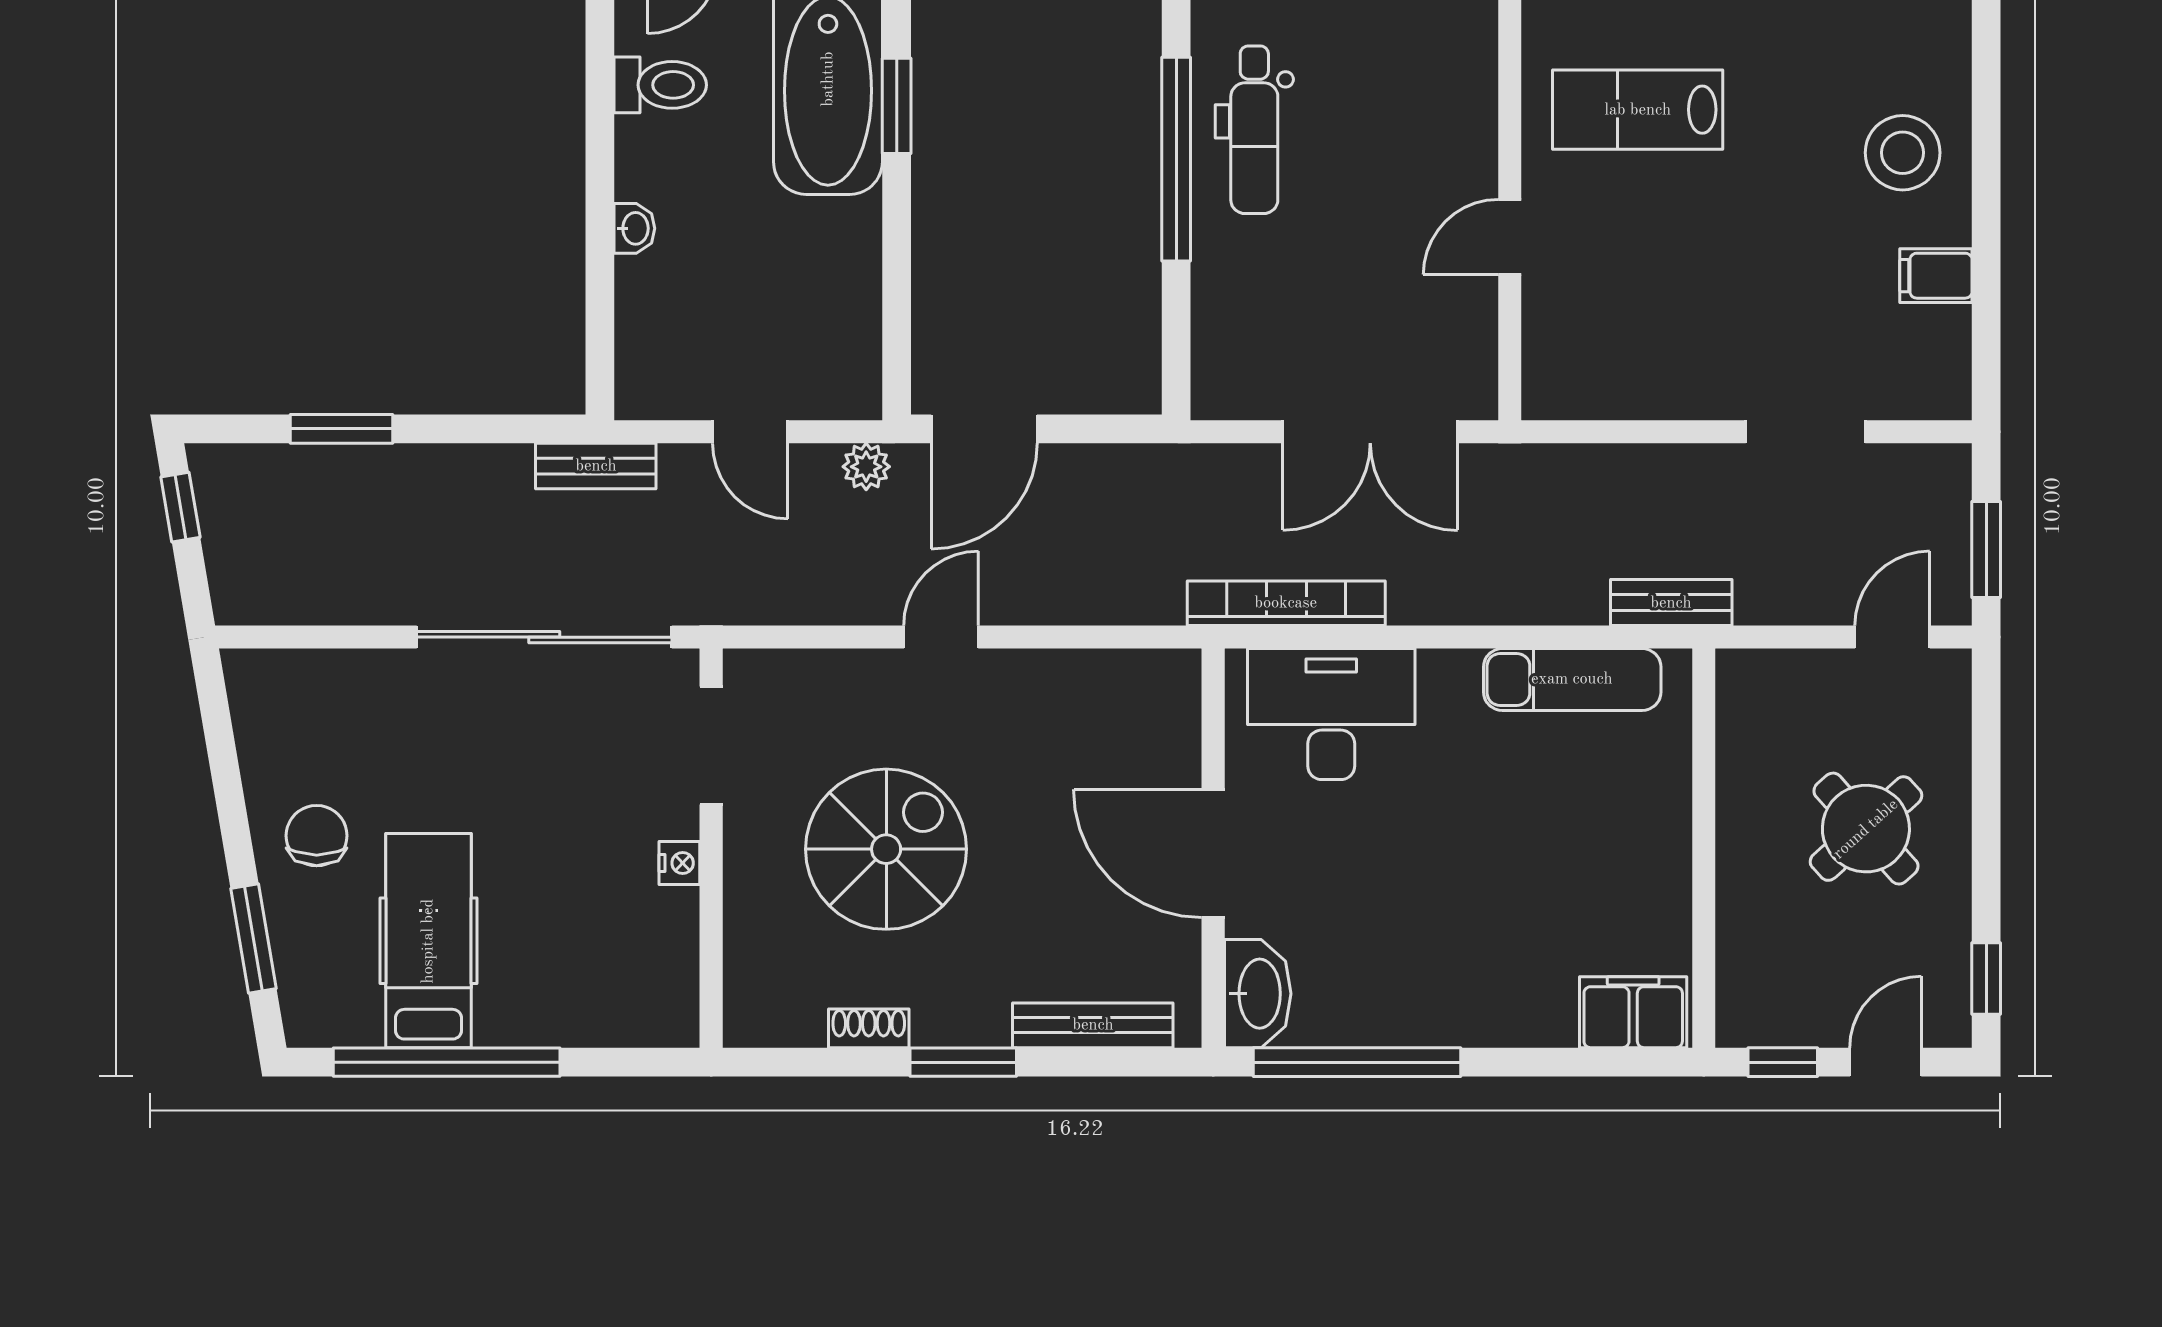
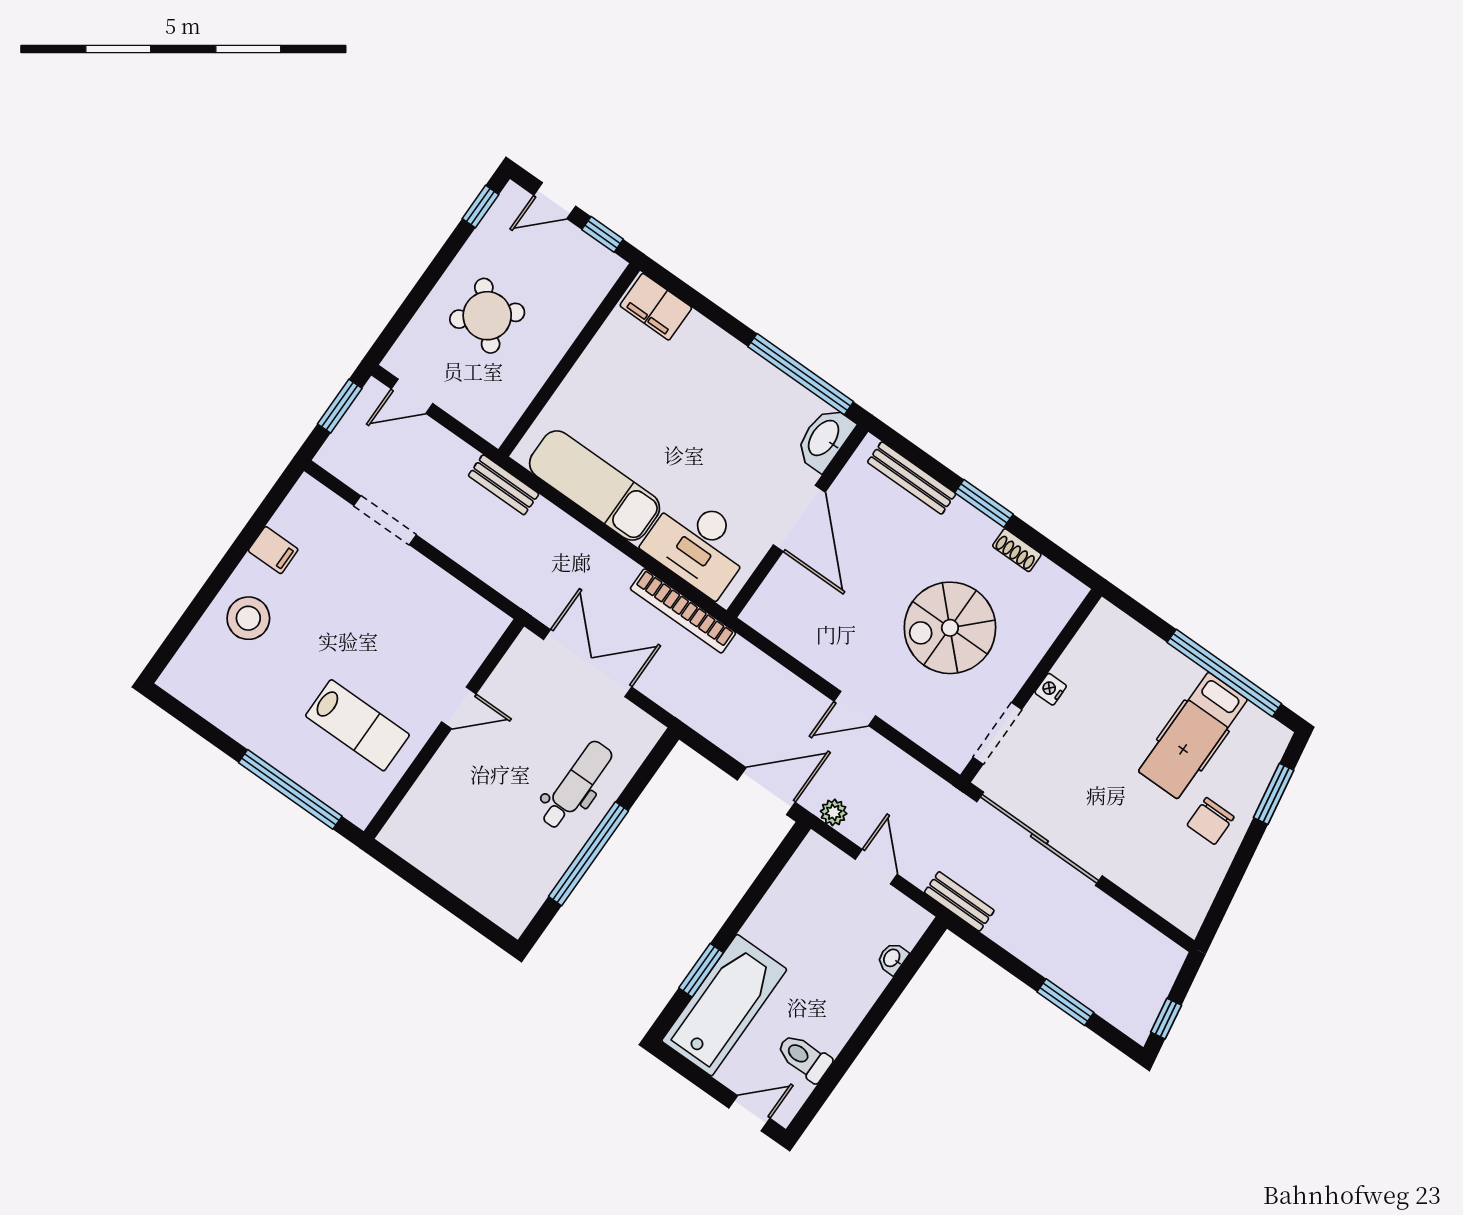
dental chair: (1254, 130) -> (576, 785), moved
washbasin: (634, 228) -> (892, 958), moved
exam couch: (1572, 679) -> (595, 486), width x1.36, depth x1.45

